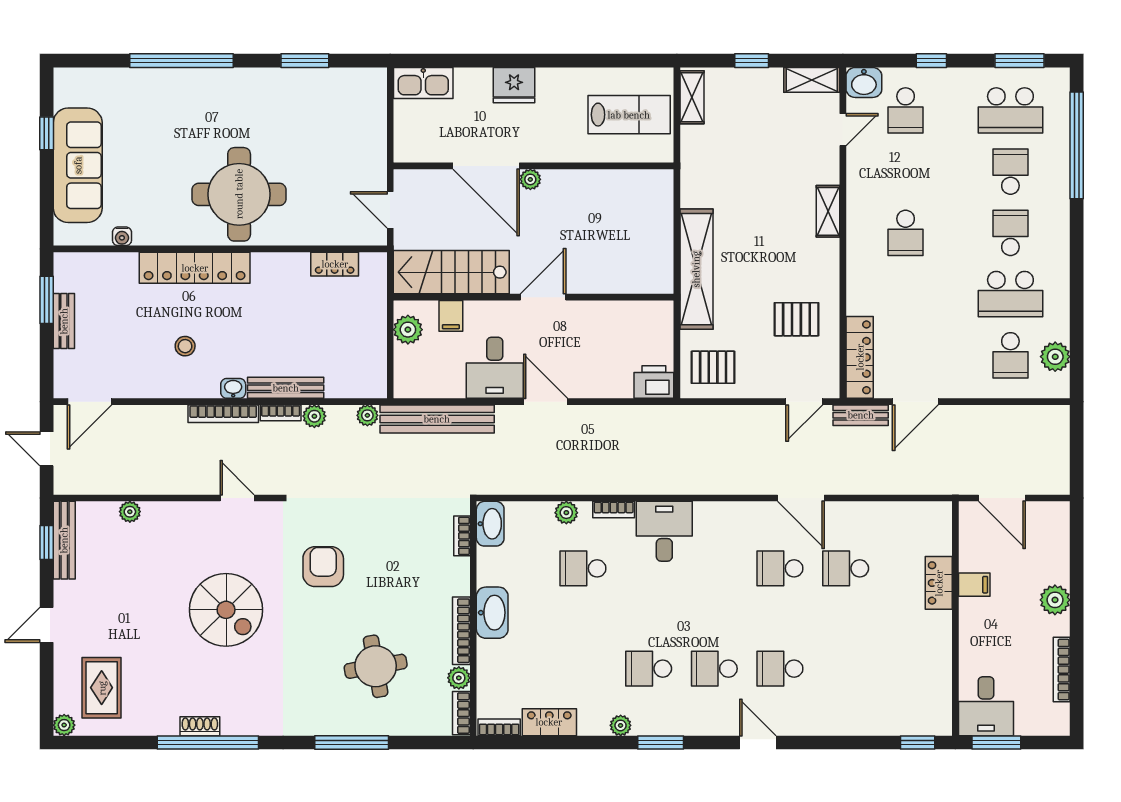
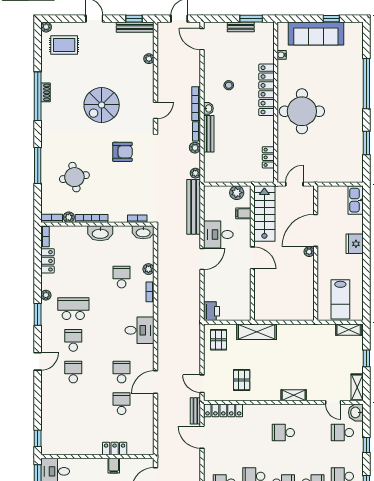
shelving: (696, 269) -> (257, 332), width x0.68
desk: (664, 531) -> (140, 330), moved
school desk: (649, 669) -> (73, 309), width x1.85

